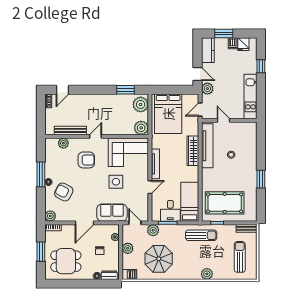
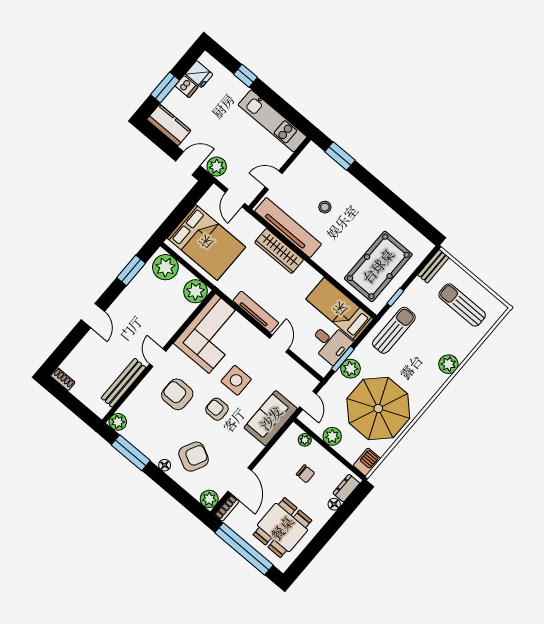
door: (63, 90) -> (93, 315), moved
plant: (63, 143) -> (118, 422), moved
armchair: (86, 160) -> (177, 394), turned -90
window: (41, 174) -> (131, 453), moved
window: (261, 179) -> (340, 156), moved
armchair: (95, 184) -> (217, 409), added
armchair: (64, 192) -> (194, 457), turned 180
door: (84, 223) -> (240, 481), moved
door: (135, 223) -> (308, 400), swing flipped
plant: (153, 230) -> (350, 369), moved
window: (41, 252) -> (244, 549), width x2.11
parasol: (159, 259) -> (378, 408), width x1.36, depth x1.36

